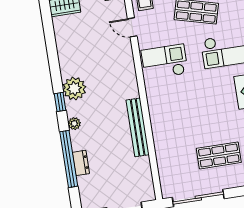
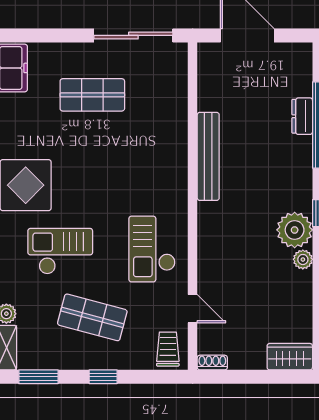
checkout: (165, 62) -> (152, 249), turned 90
plant: (74, 124) -> (303, 259), moved

